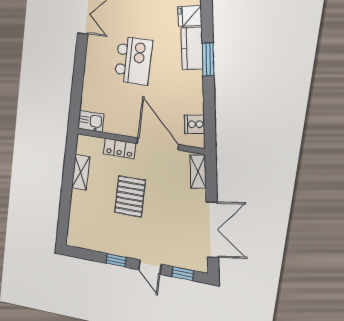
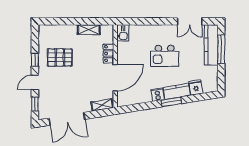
cooker: (195, 124) -> (158, 95), moved
pallet: (130, 196) -> (60, 57), moved

